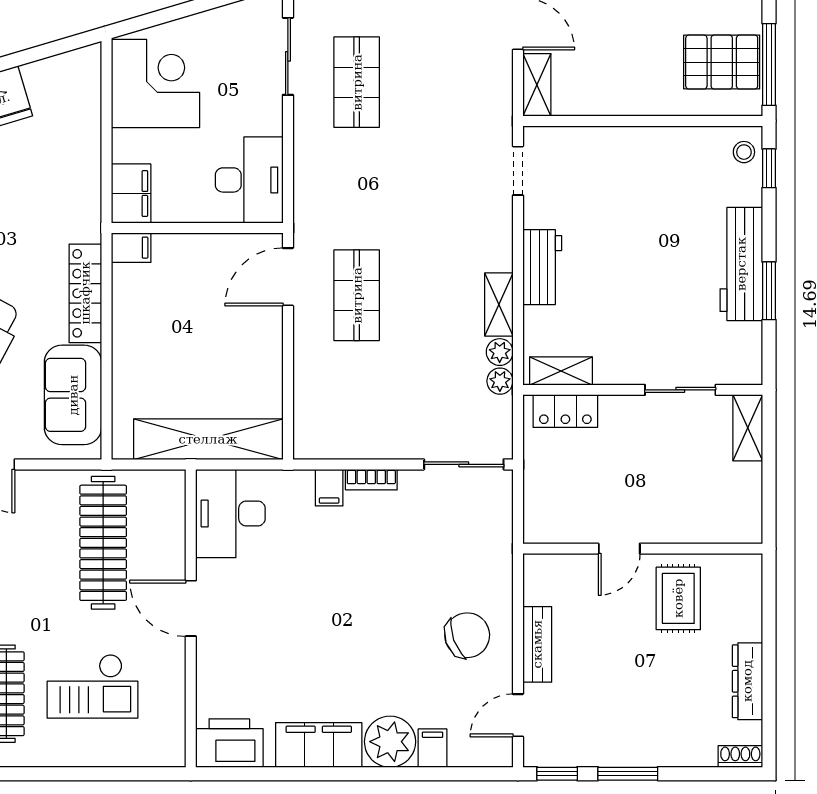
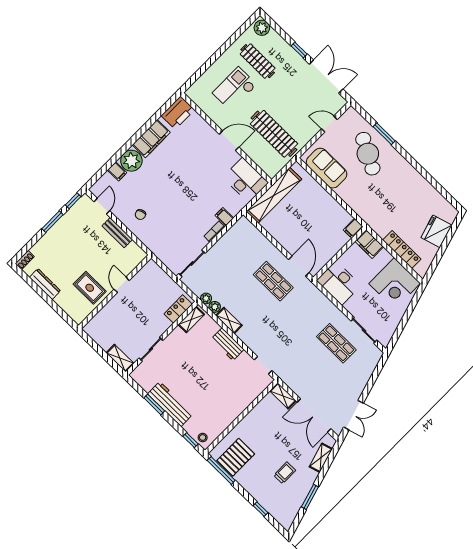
locker: (85, 293) -> (402, 250), moved
chair: (467, 635) -> (140, 215), width x0.54, depth x0.54

